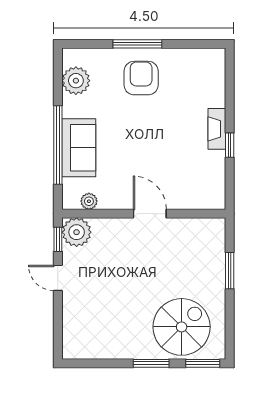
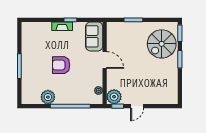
armchair: (141, 78) -> (61, 65), moved
plant: (76, 81) -> (48, 97), moved
sofa: (79, 148) -> (94, 36), moved, turned -90
door: (150, 214) -> (105, 60), swing flipped
spiral stairs: (182, 327) -> (162, 44), turned -90

